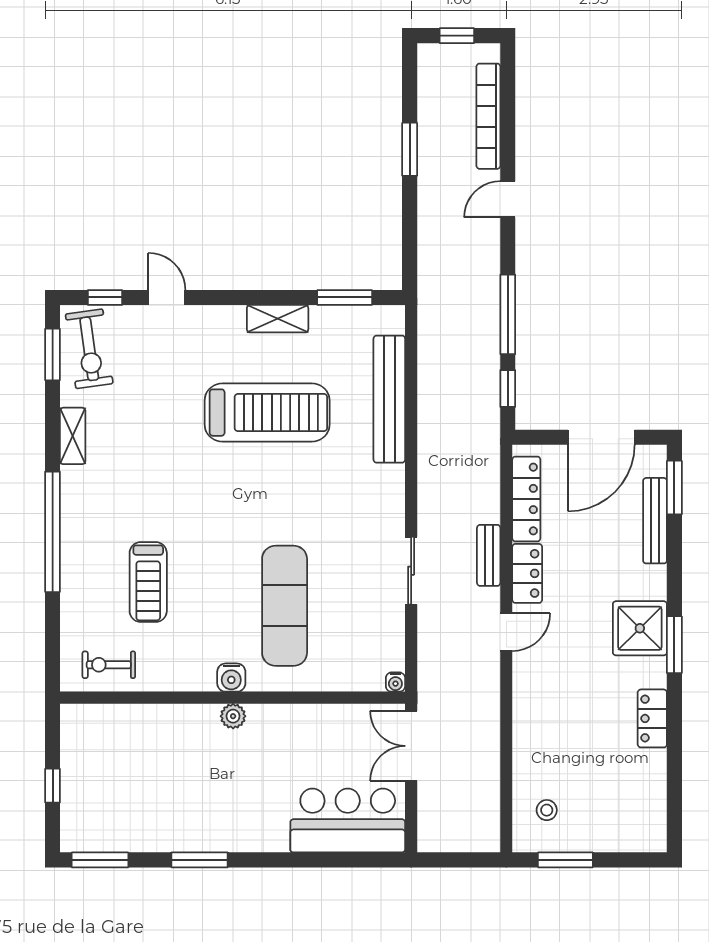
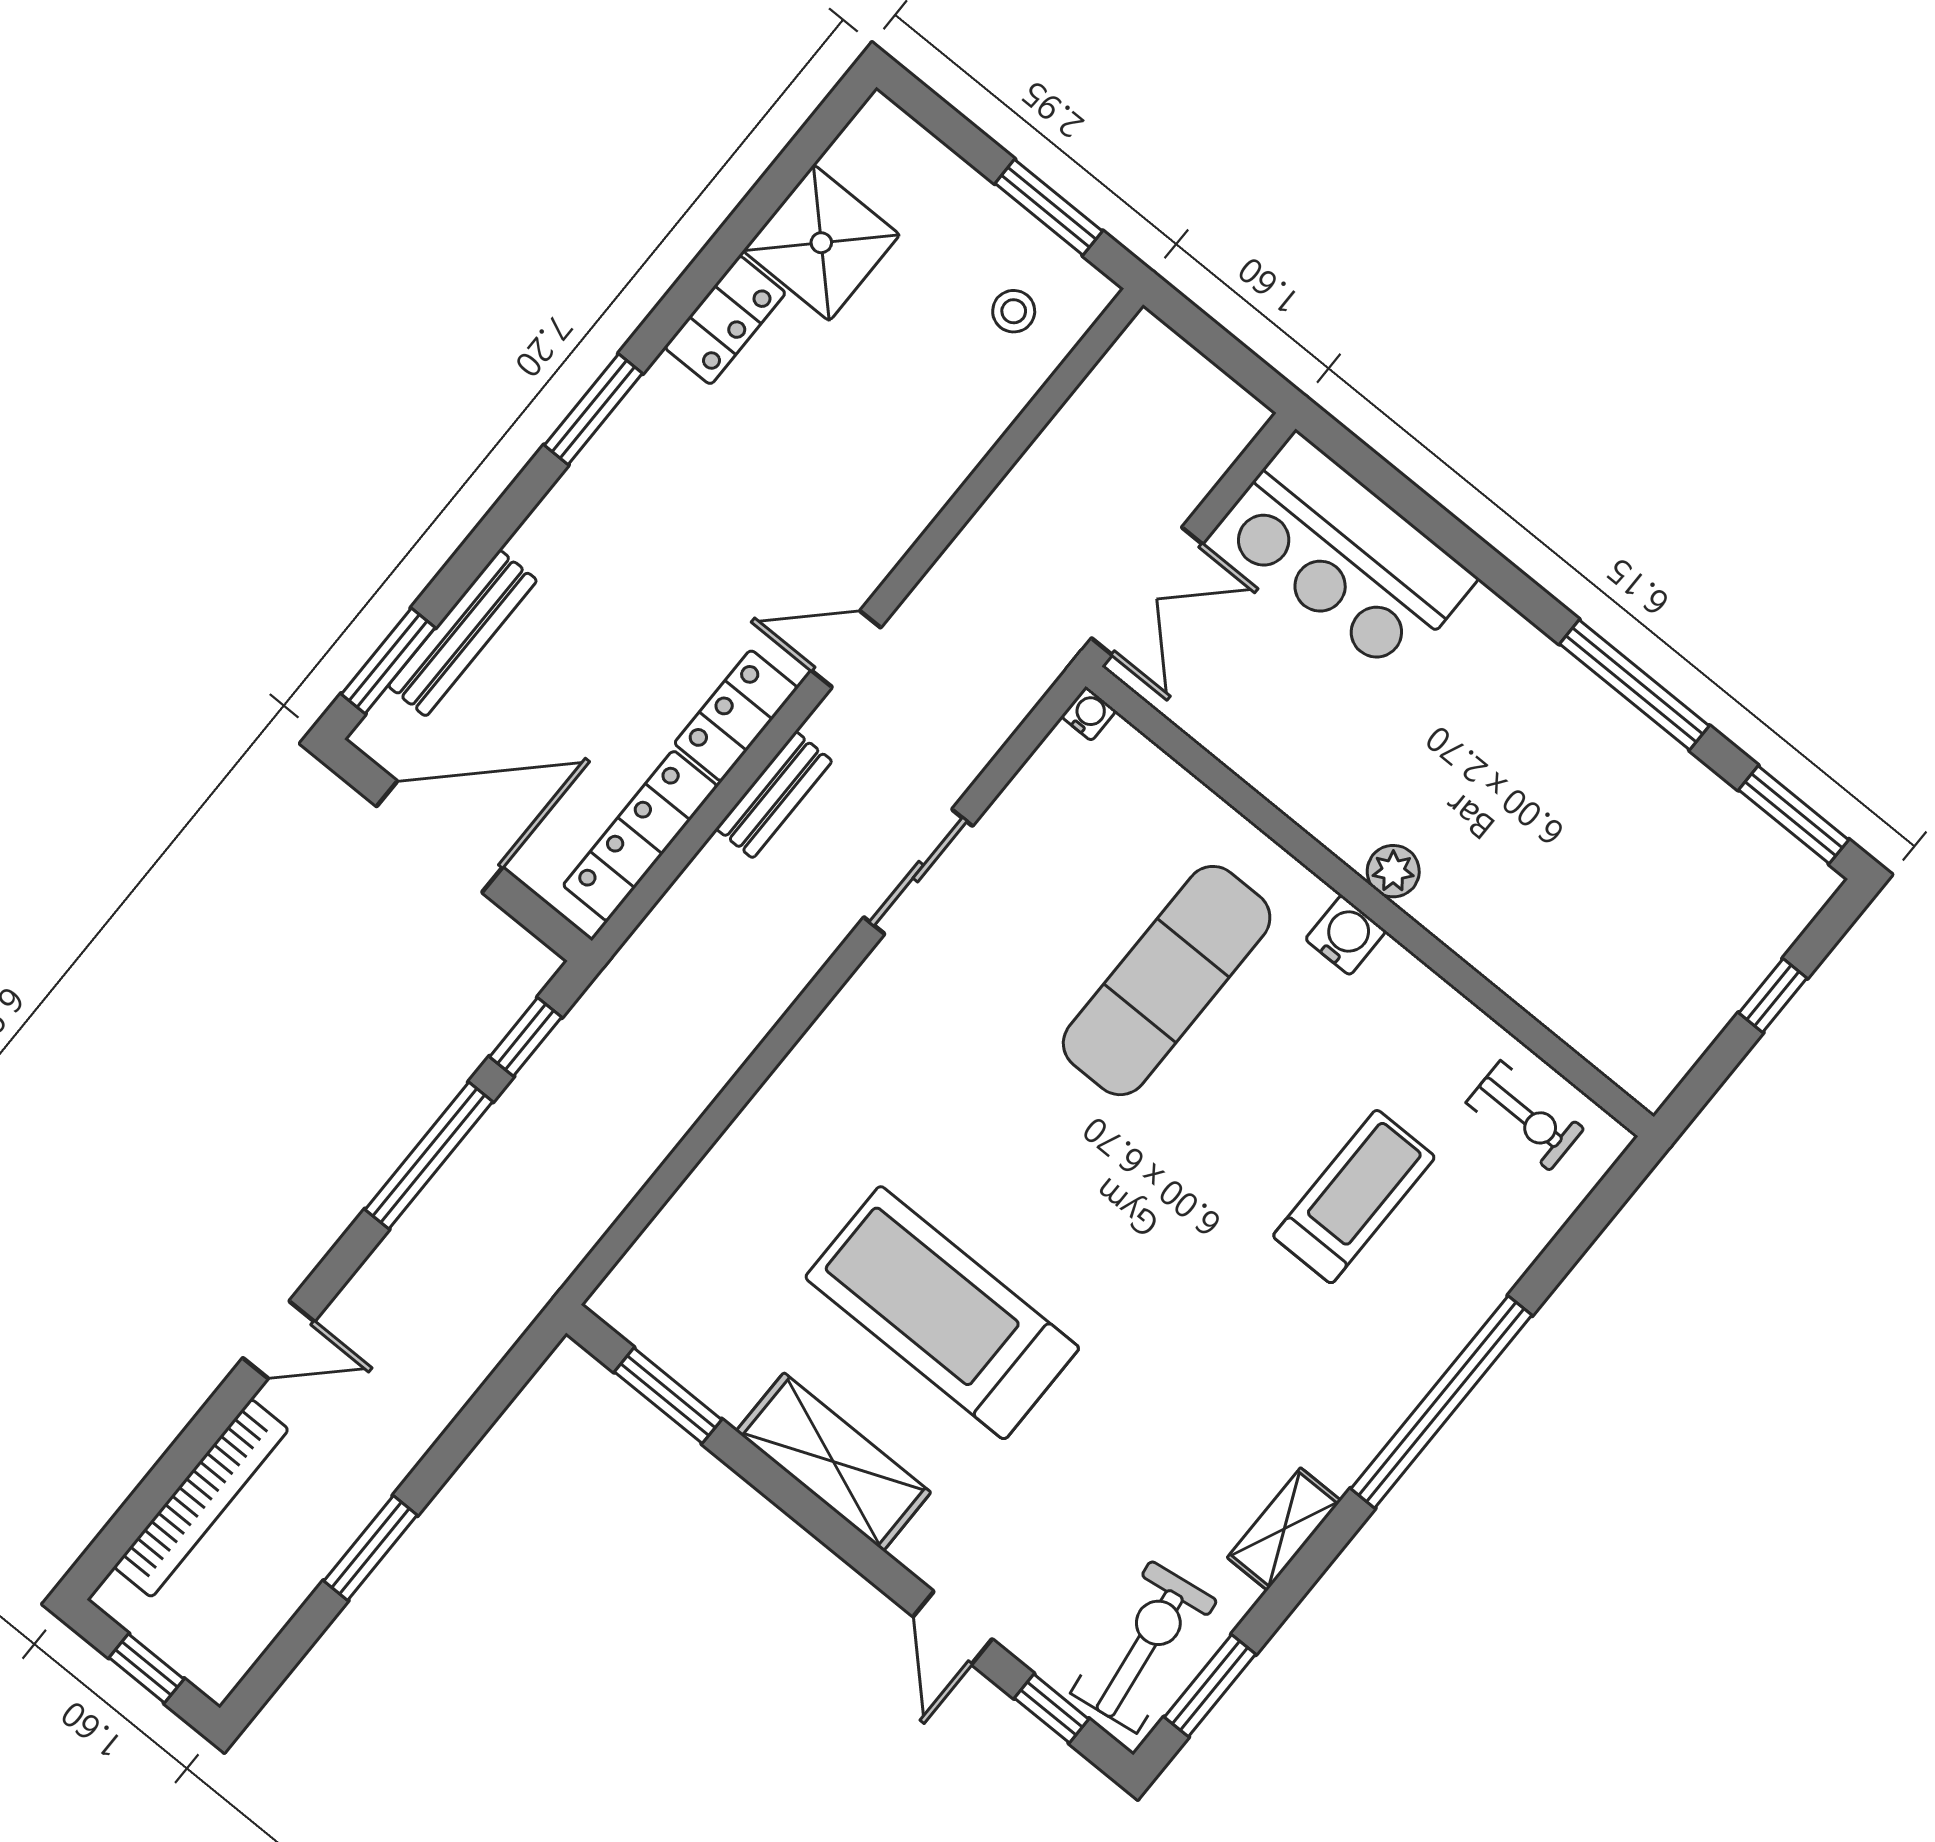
shelving: (278, 319) -> (833, 1462), width x1.50, depth x1.33
bench: (389, 399) -> (729, 1175), removed
shower: (640, 628) -> (821, 243), moved
window: (200, 860) -> (1634, 685), width x1.44

